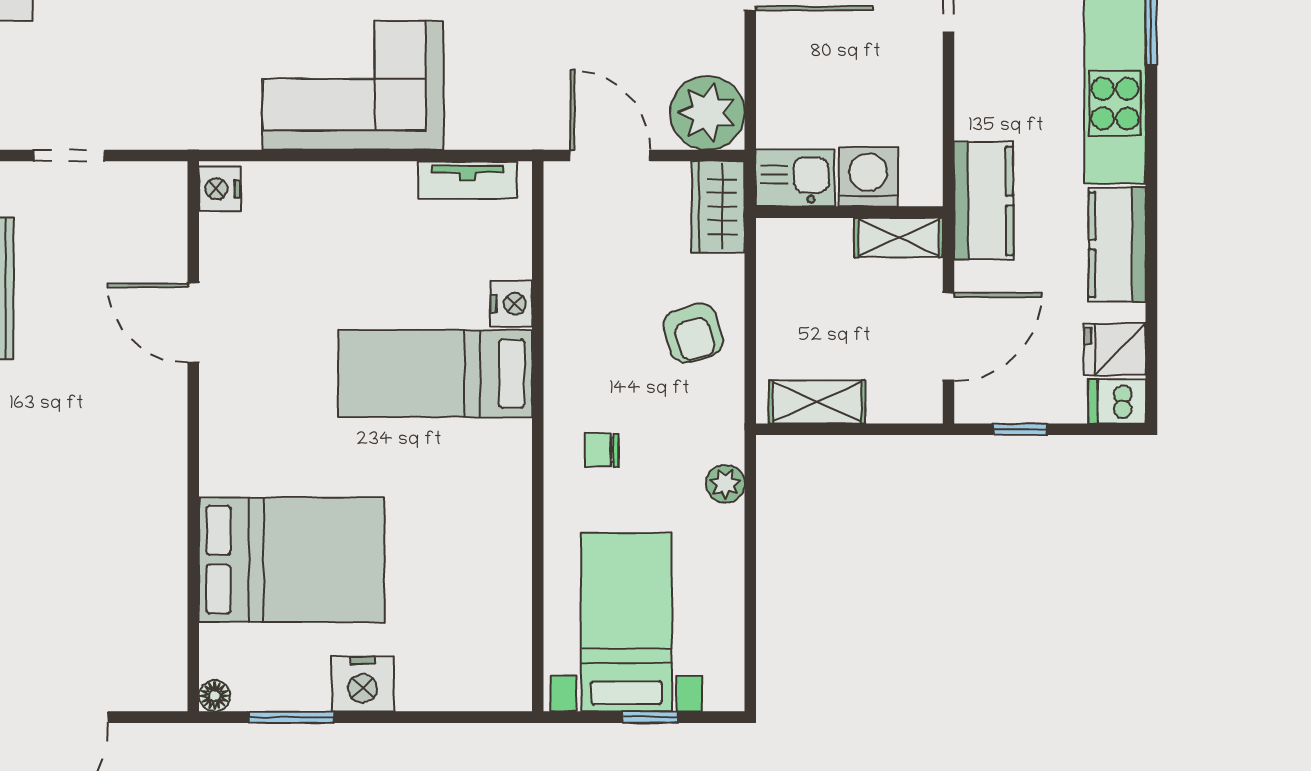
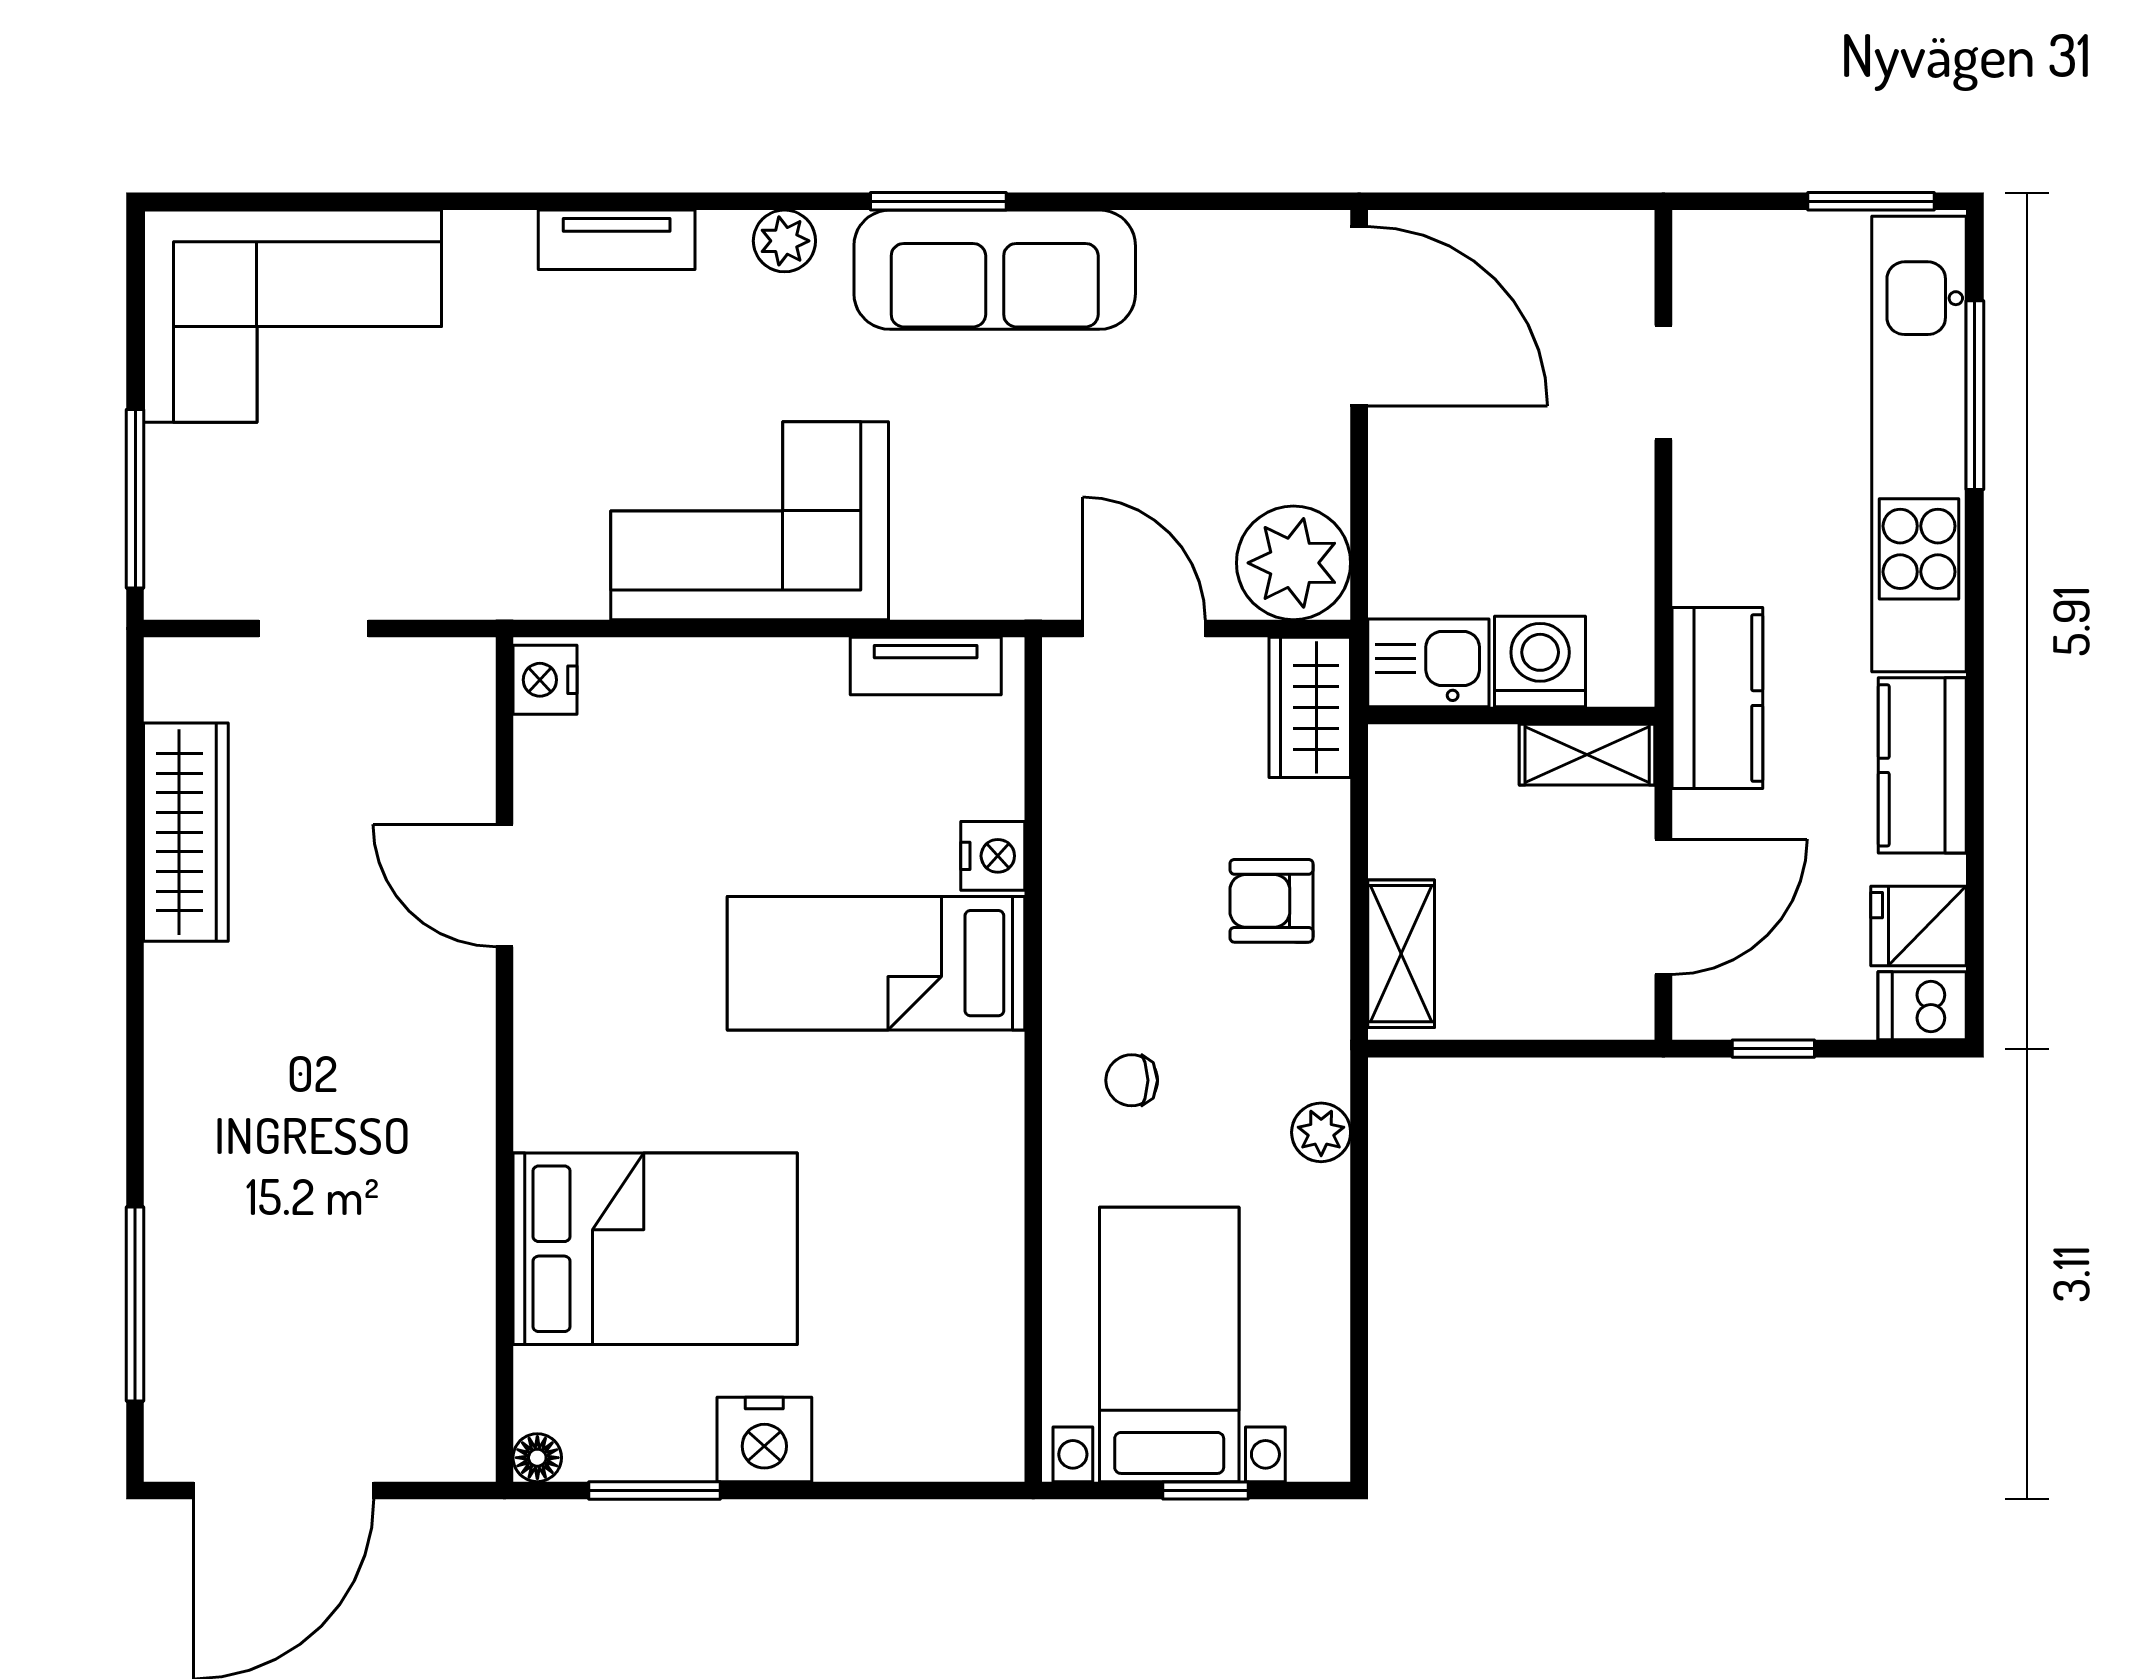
armchair: (693, 333) -> (1271, 901), turned 107
shelving: (817, 402) -> (1401, 954), moved, turned 90

